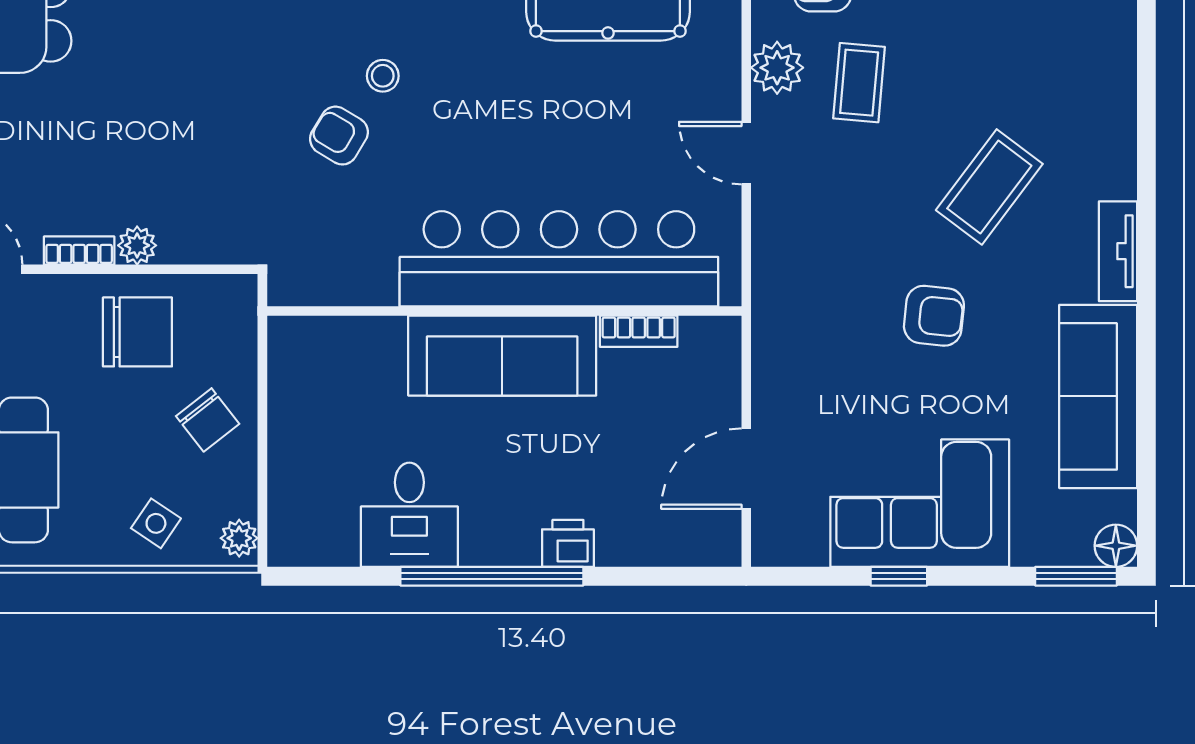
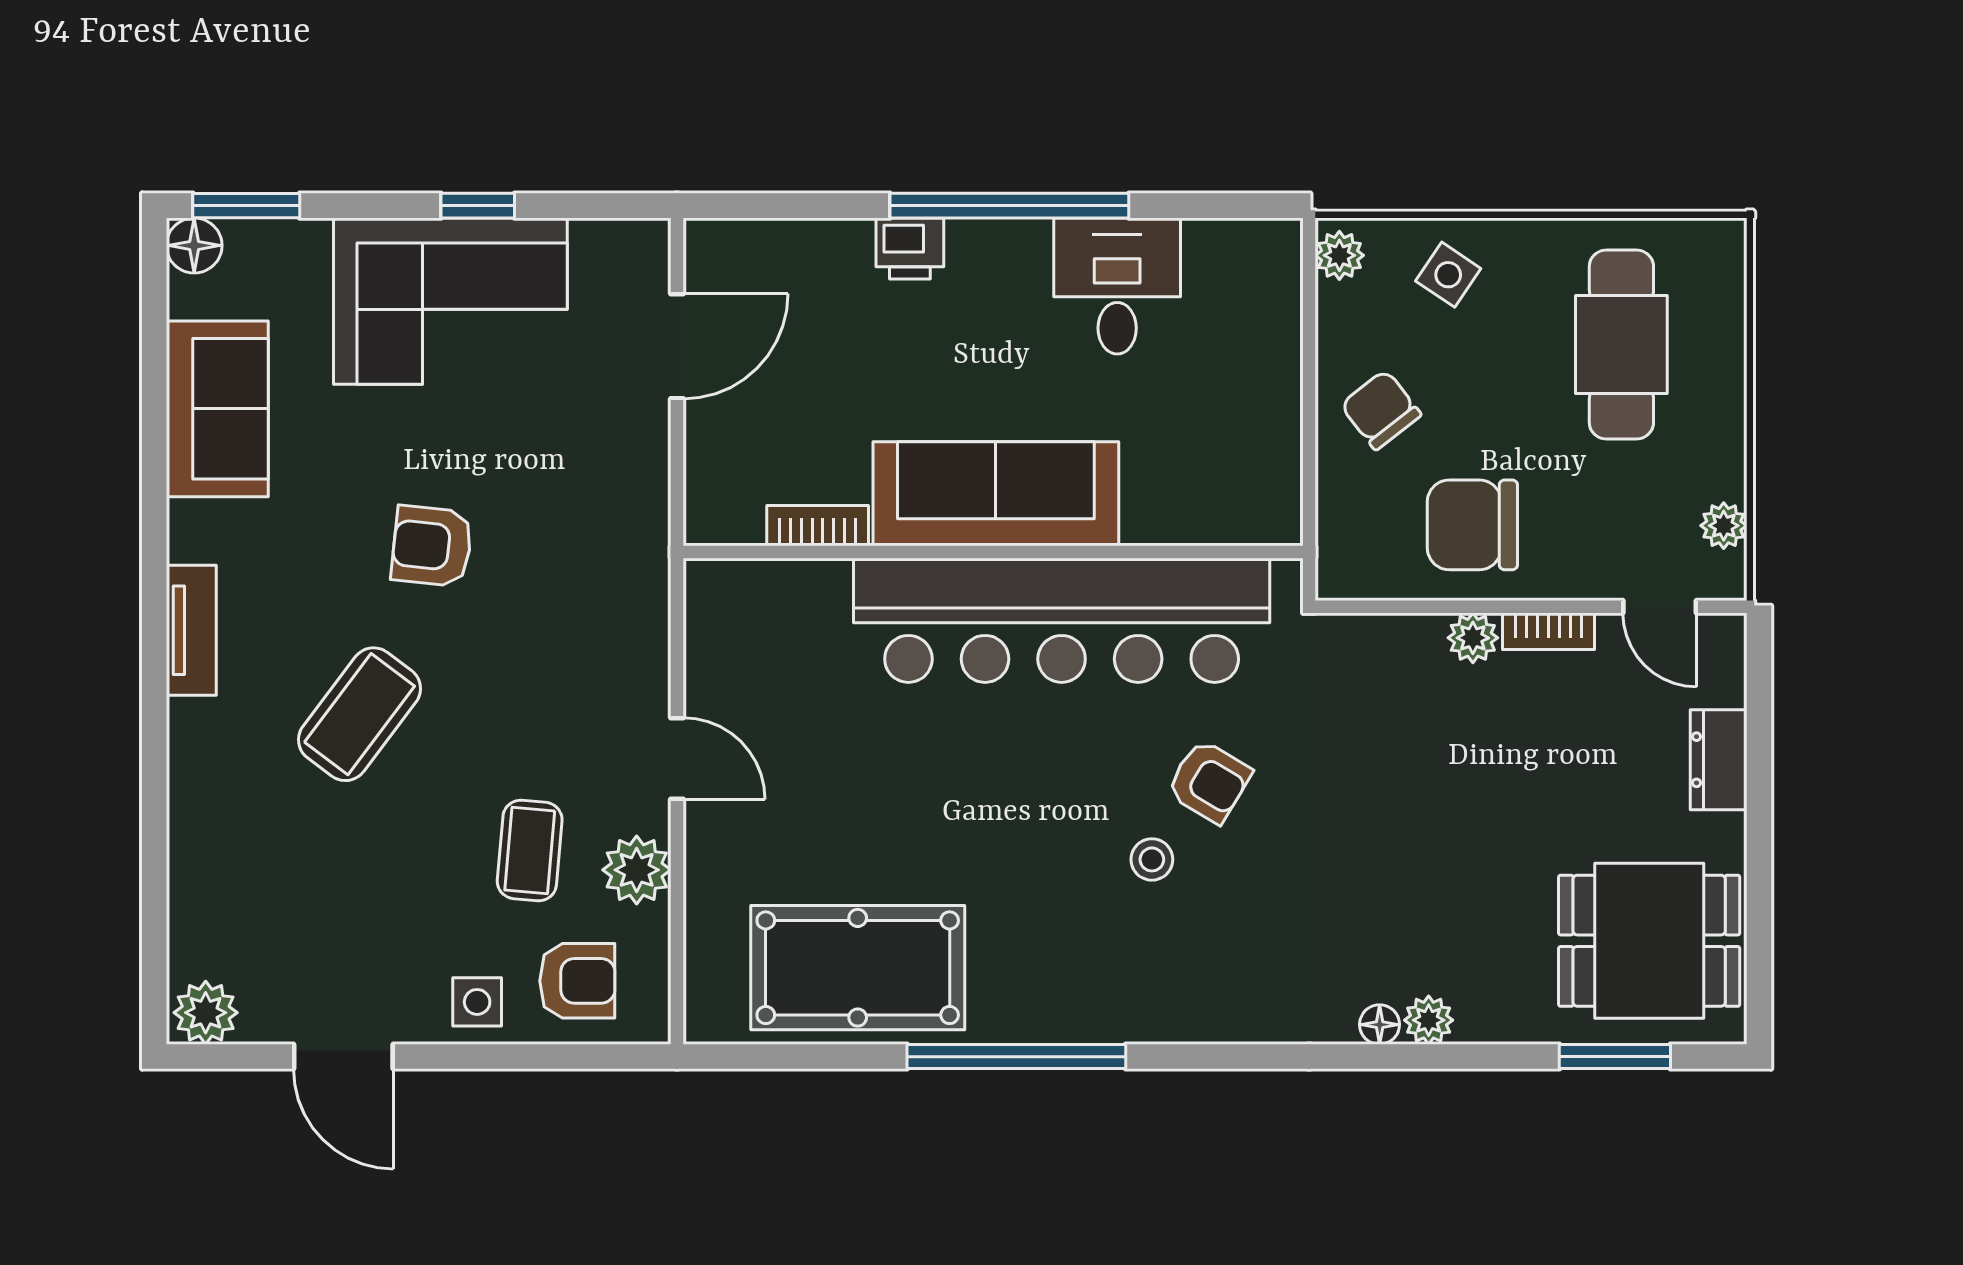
bar counter: (559, 259) -> (1062, 620), moved
sofa: (1098, 396) -> (217, 409), width x0.73

